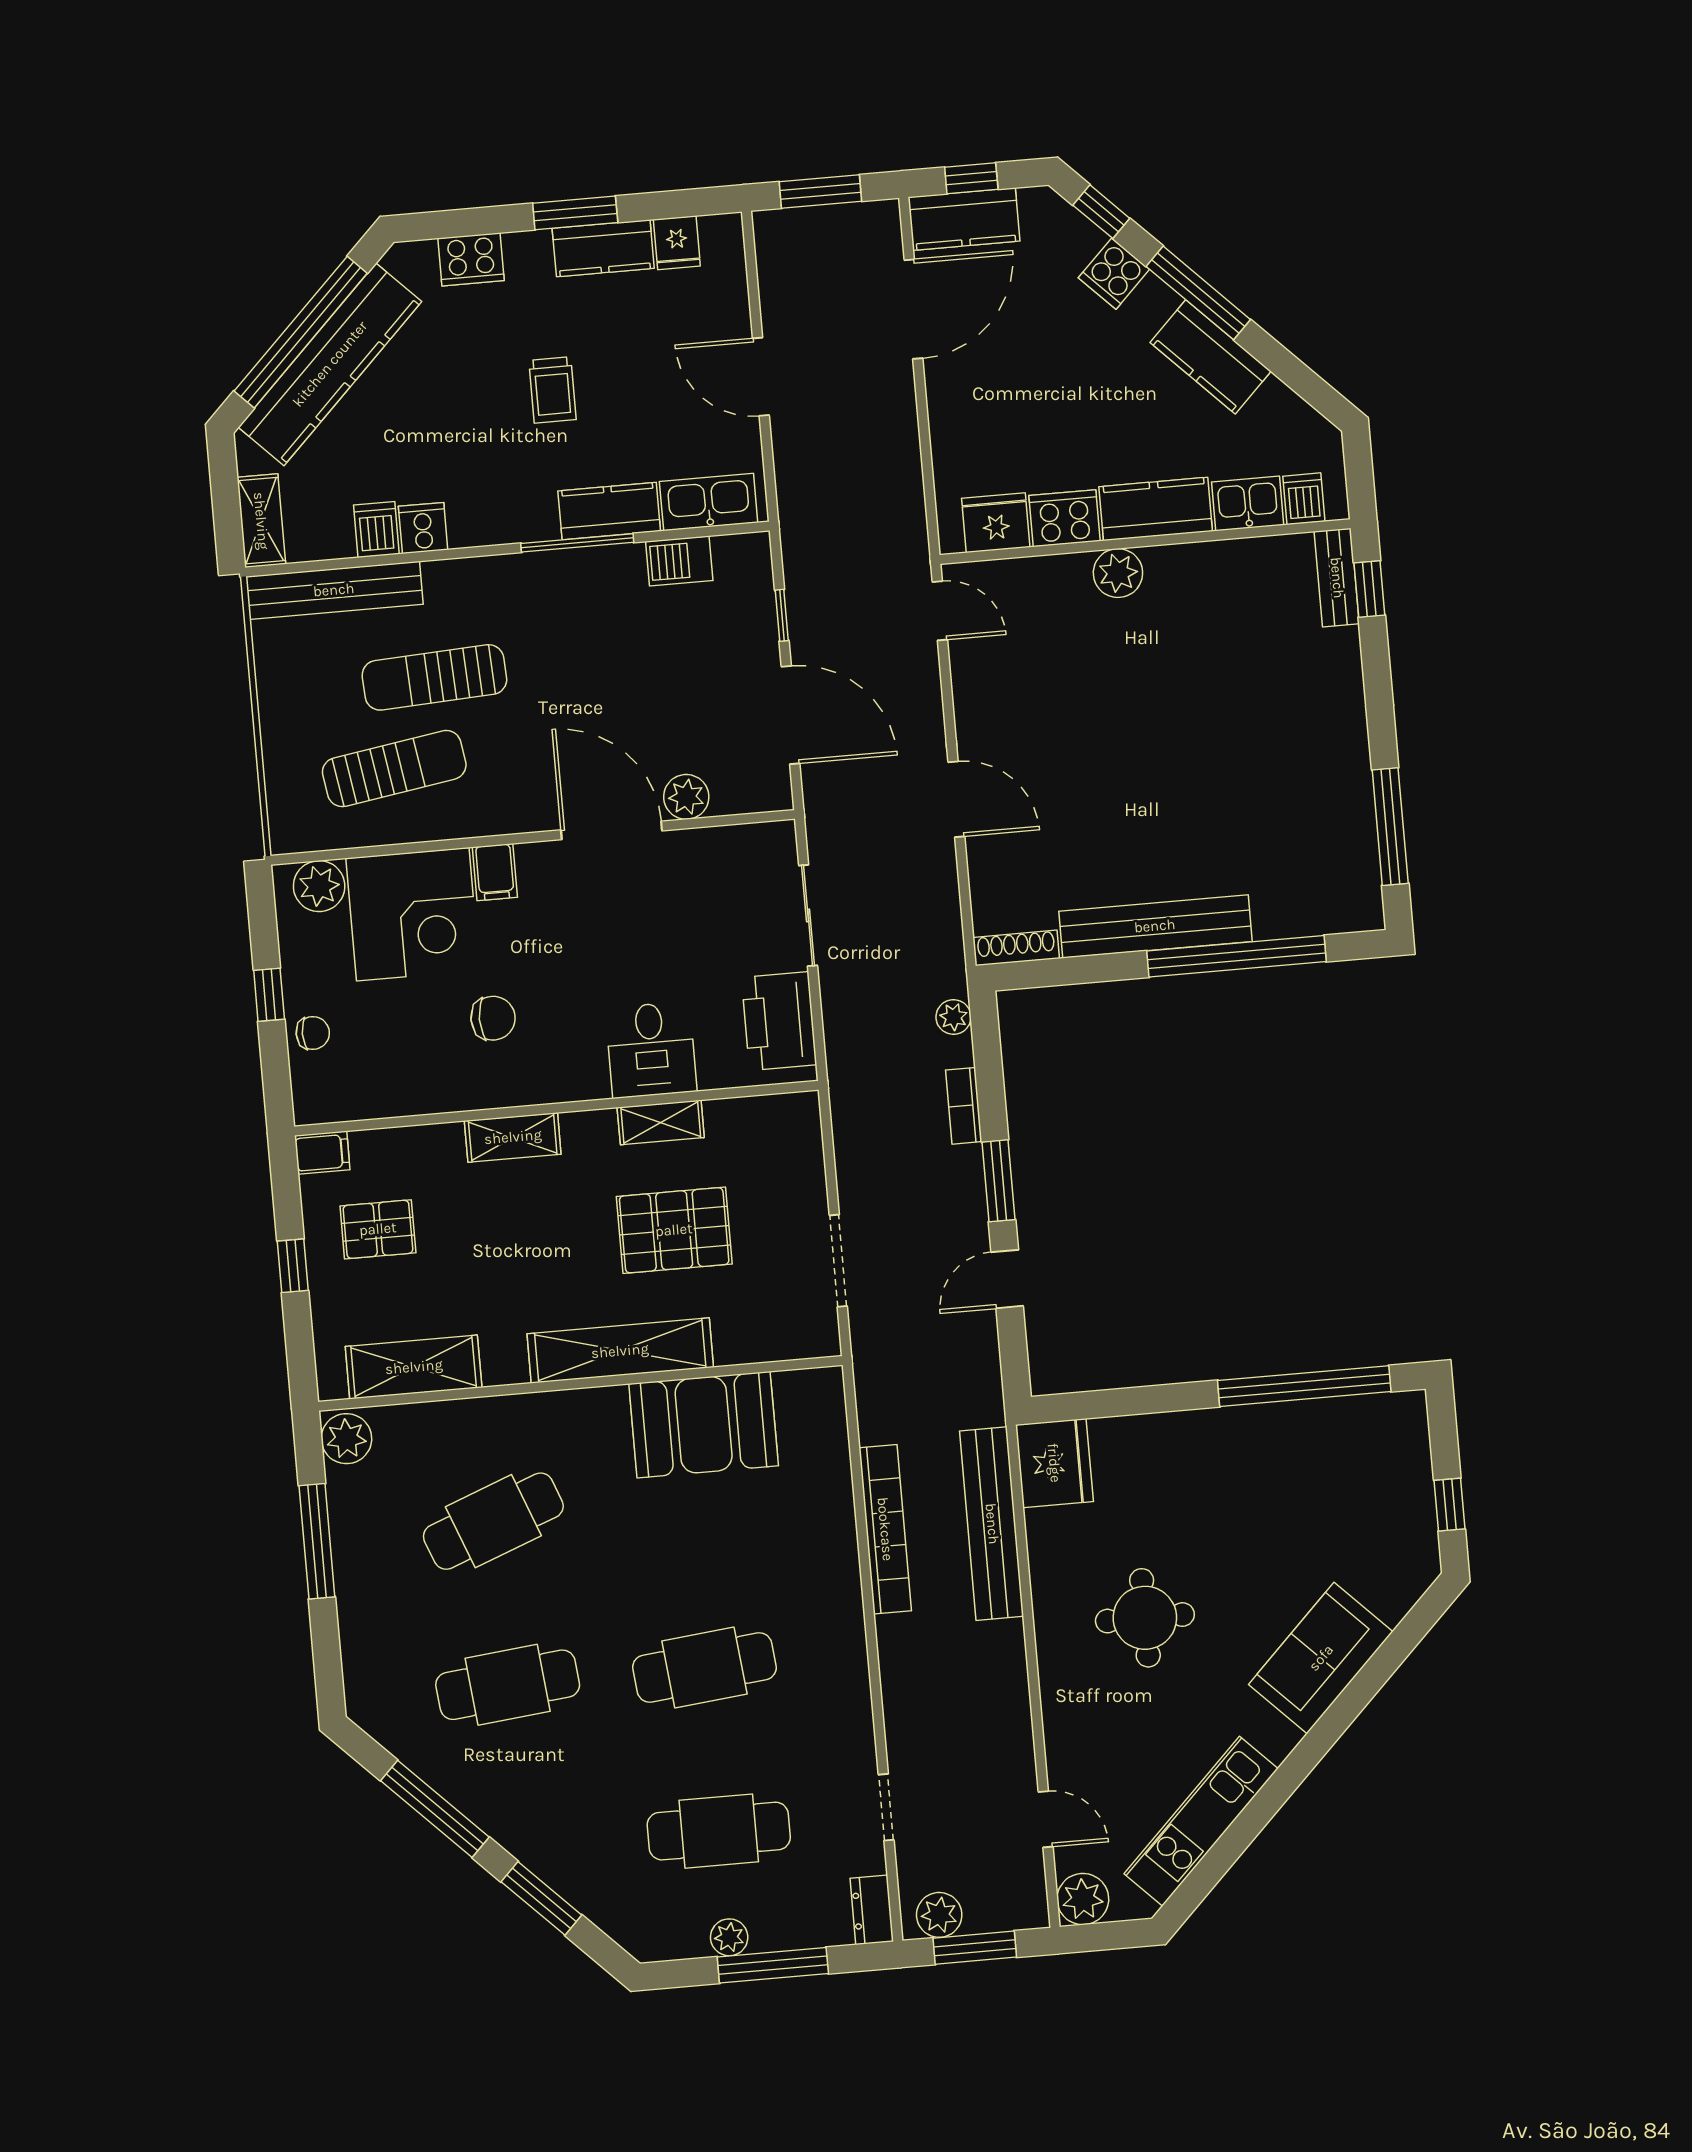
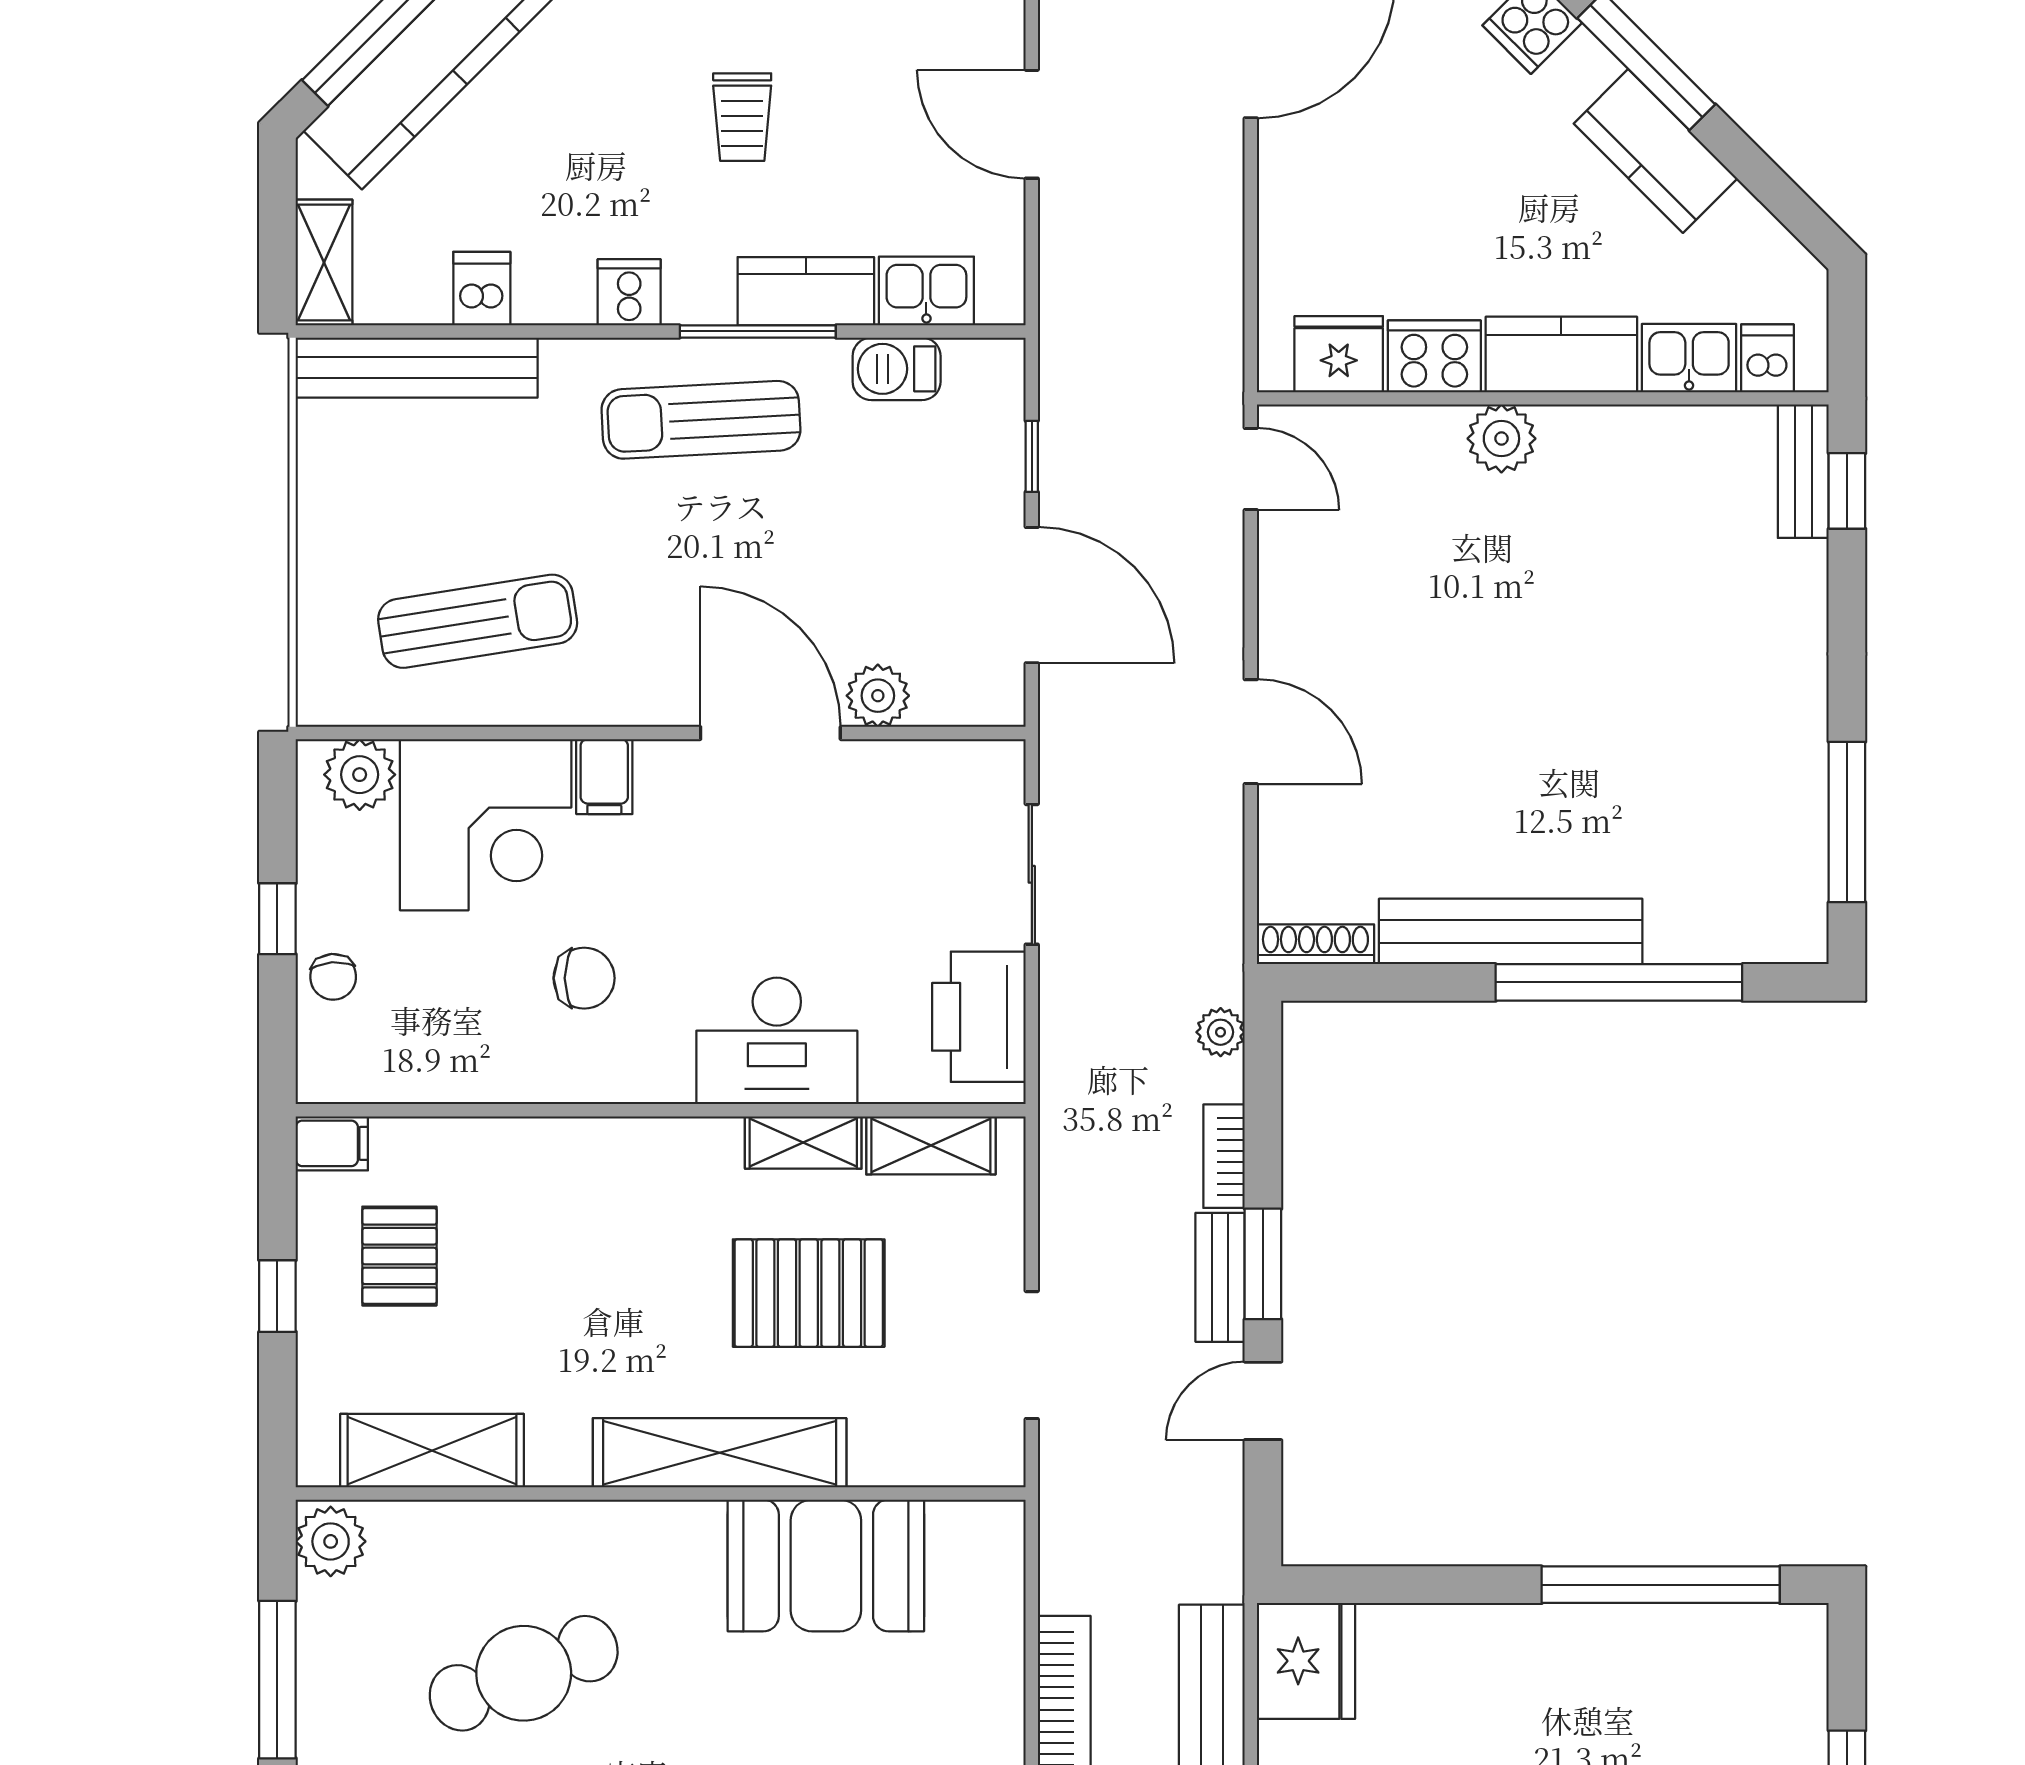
kitchen sink: (709, 502) -> (926, 291), width x0.73
cooker: (423, 528) -> (629, 292), moved
sun lounger: (434, 677) -> (701, 420), moved
chair: (313, 1033) -> (333, 977), turned 86
desk: (651, 1050) -> (777, 1041), width x1.37
shelving: (513, 1137) -> (931, 1145), moved
bench: (969, 1193) -> (1220, 1277), added
pallet: (378, 1229) -> (399, 1256), turned 90

